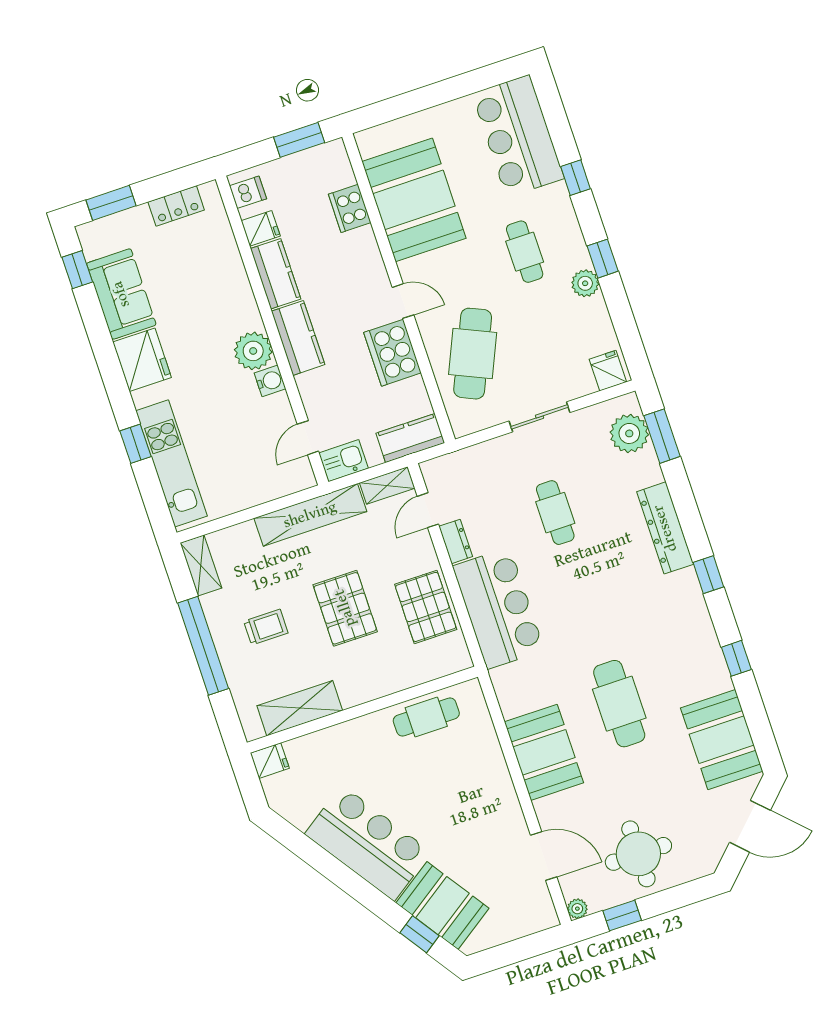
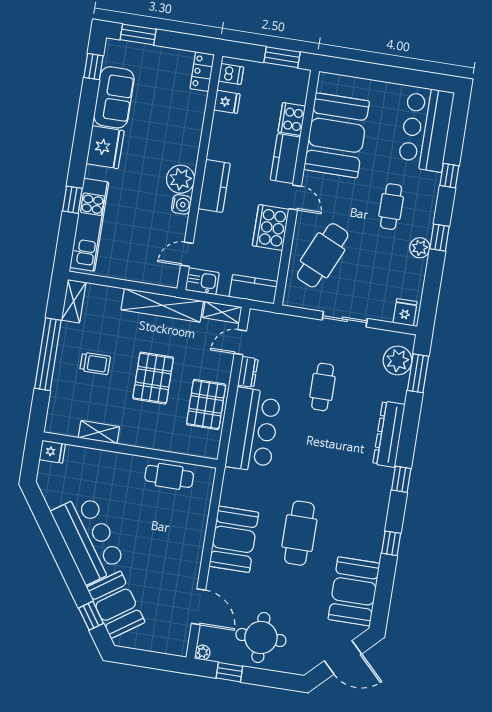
locker: (176, 206) -> (202, 72), moved, turned 90
kitchen counter: (276, 274) -> (285, 159), moved, turned 180
shelving: (300, 708) -> (99, 432), width x0.67, depth x0.75

